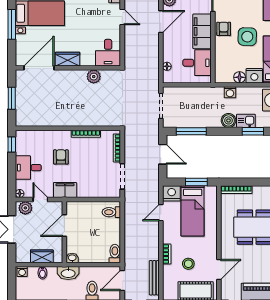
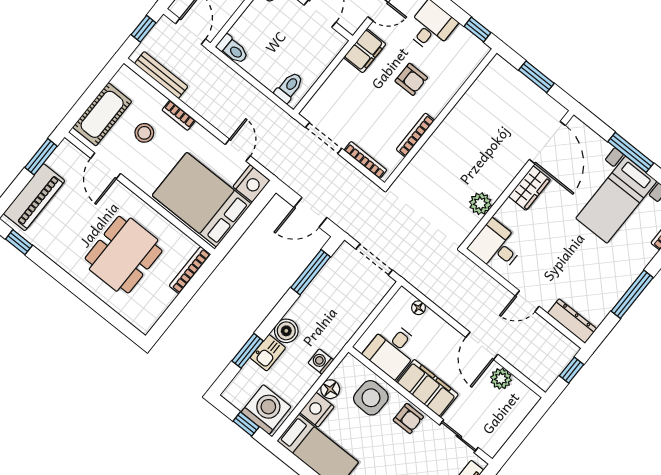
side table: (247, 37) -> (371, 398), moved
window: (196, 182) -> (240, 227), removed
bed: (193, 211) -> (202, 200), width x1.50

